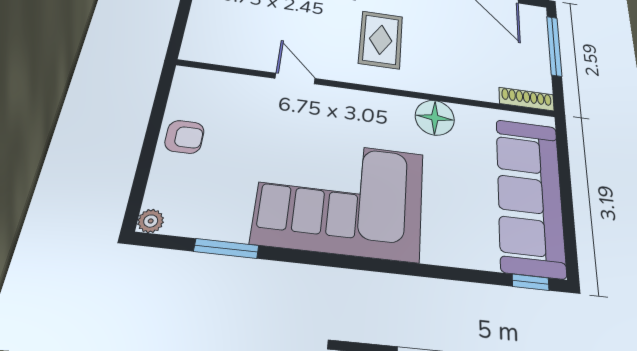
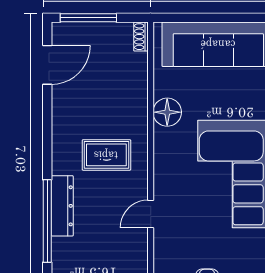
shoe rack: (527, 99) -> (141, 37), width x0.70

